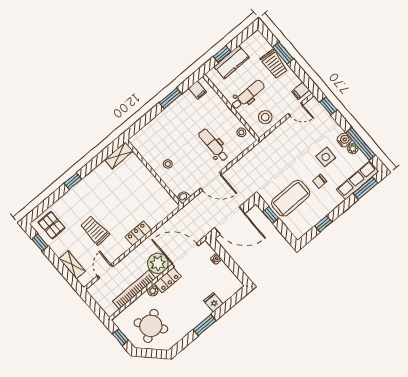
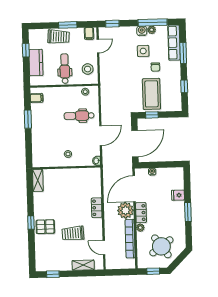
window: (283, 53) -> (68, 25), moved
window: (222, 54) -> (26, 50), moved
window: (365, 188) -> (183, 53), moved
pallet: (52, 225) -> (45, 227), moved

